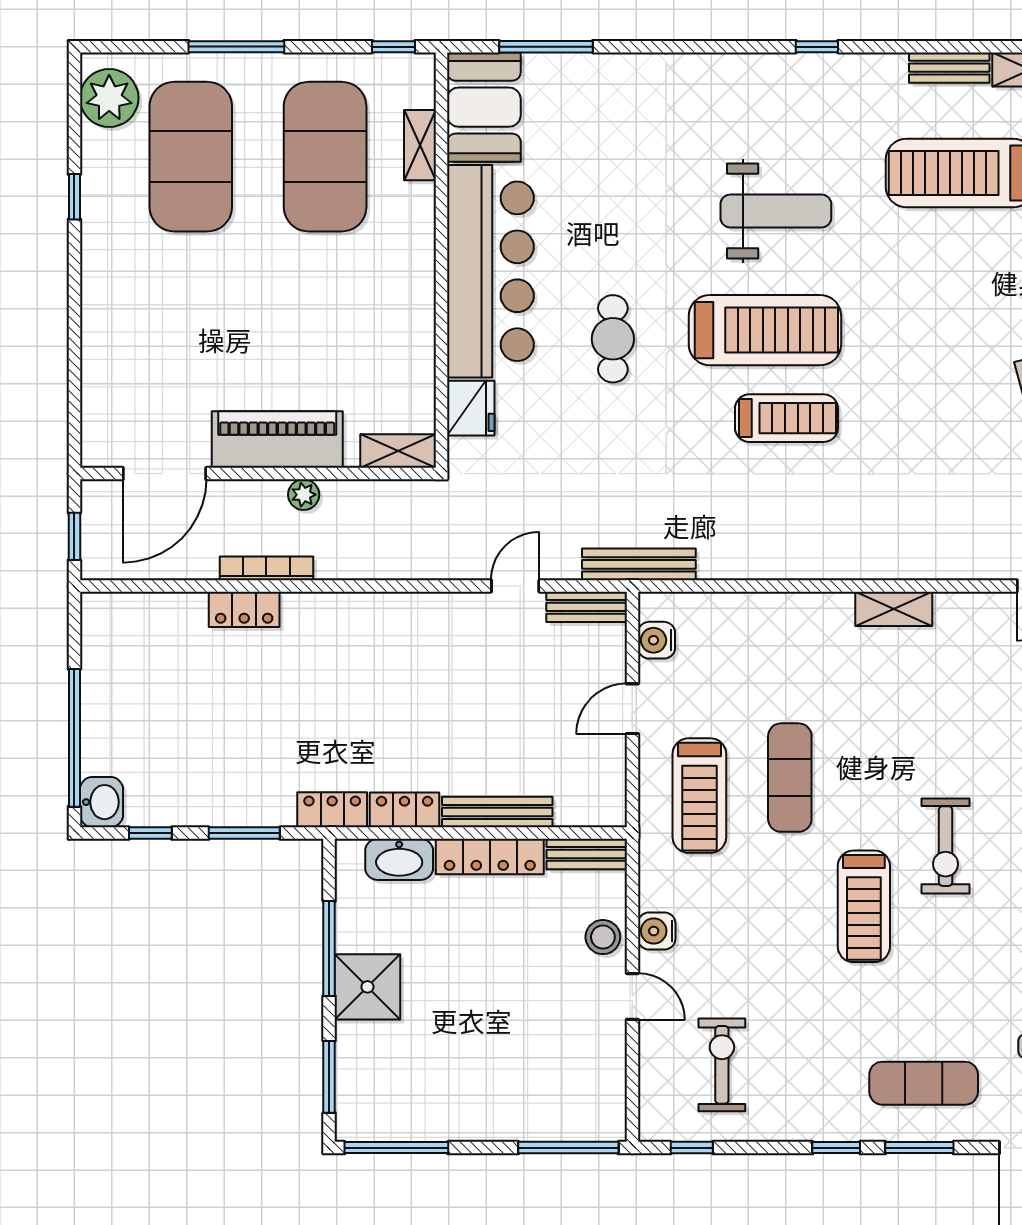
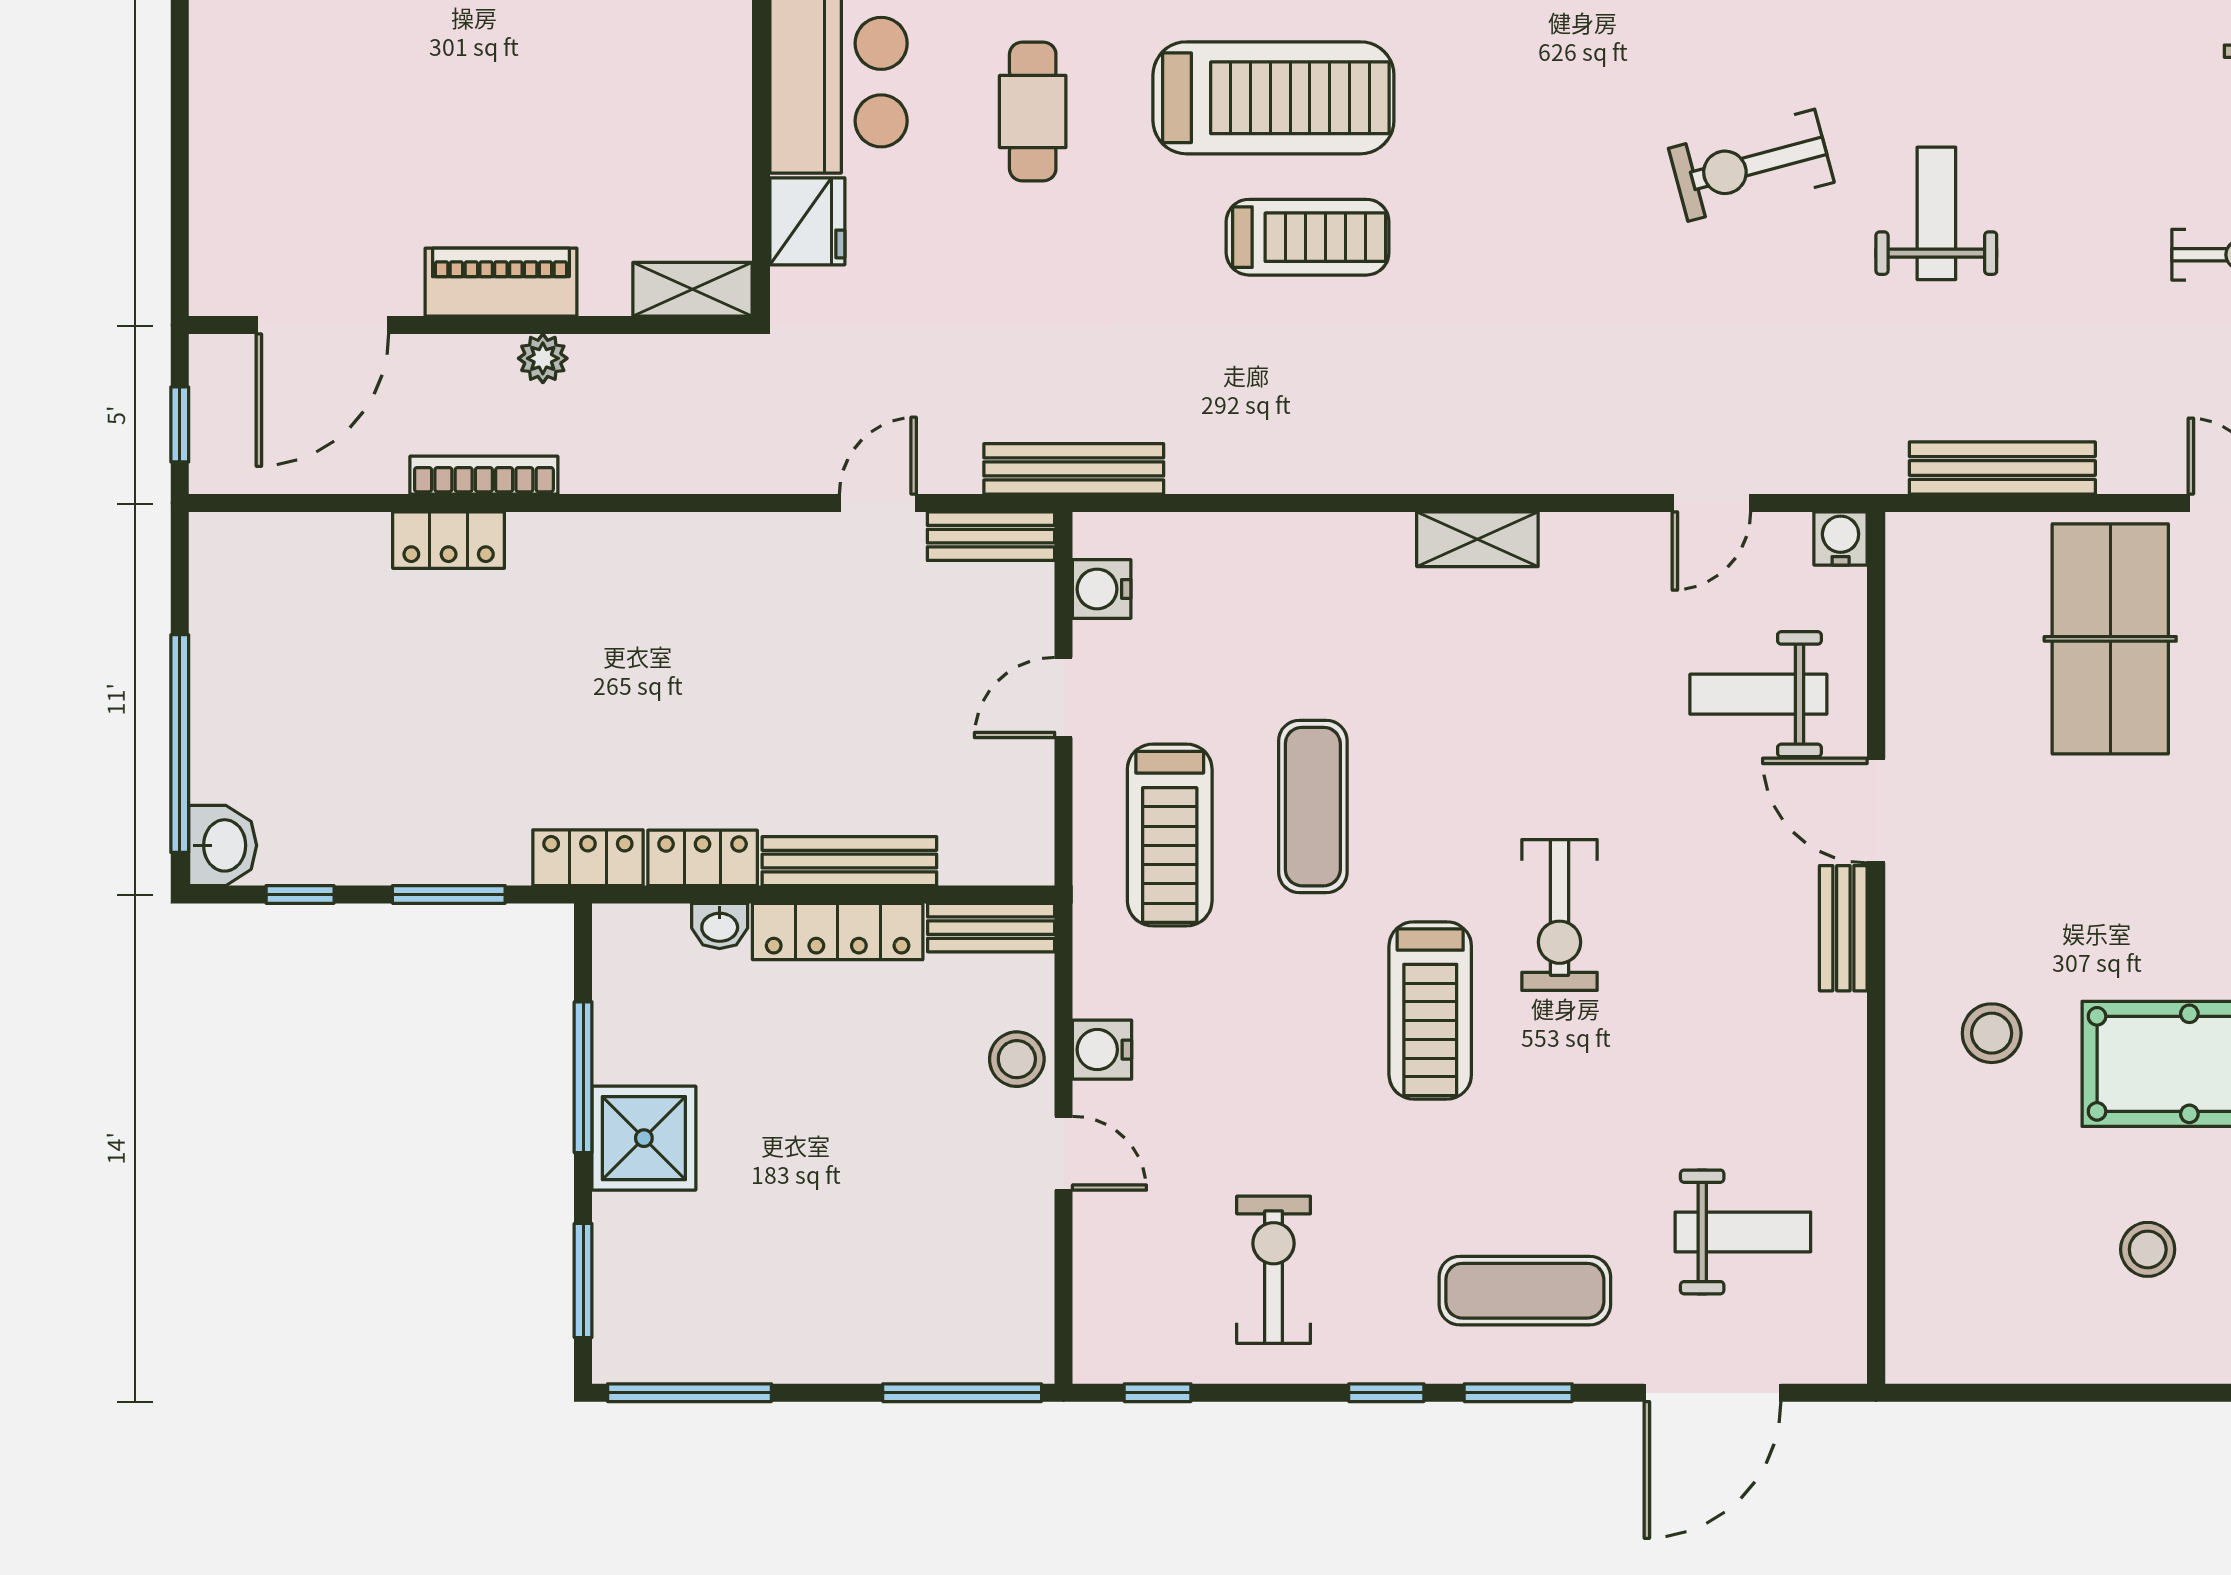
piano: (277, 439) -> (501, 282), width x0.73, depth x0.75
washbasin: (399, 859) -> (720, 926), width x0.52, depth x0.69
exercise bike: (722, 1065) -> (1274, 1270), moved

